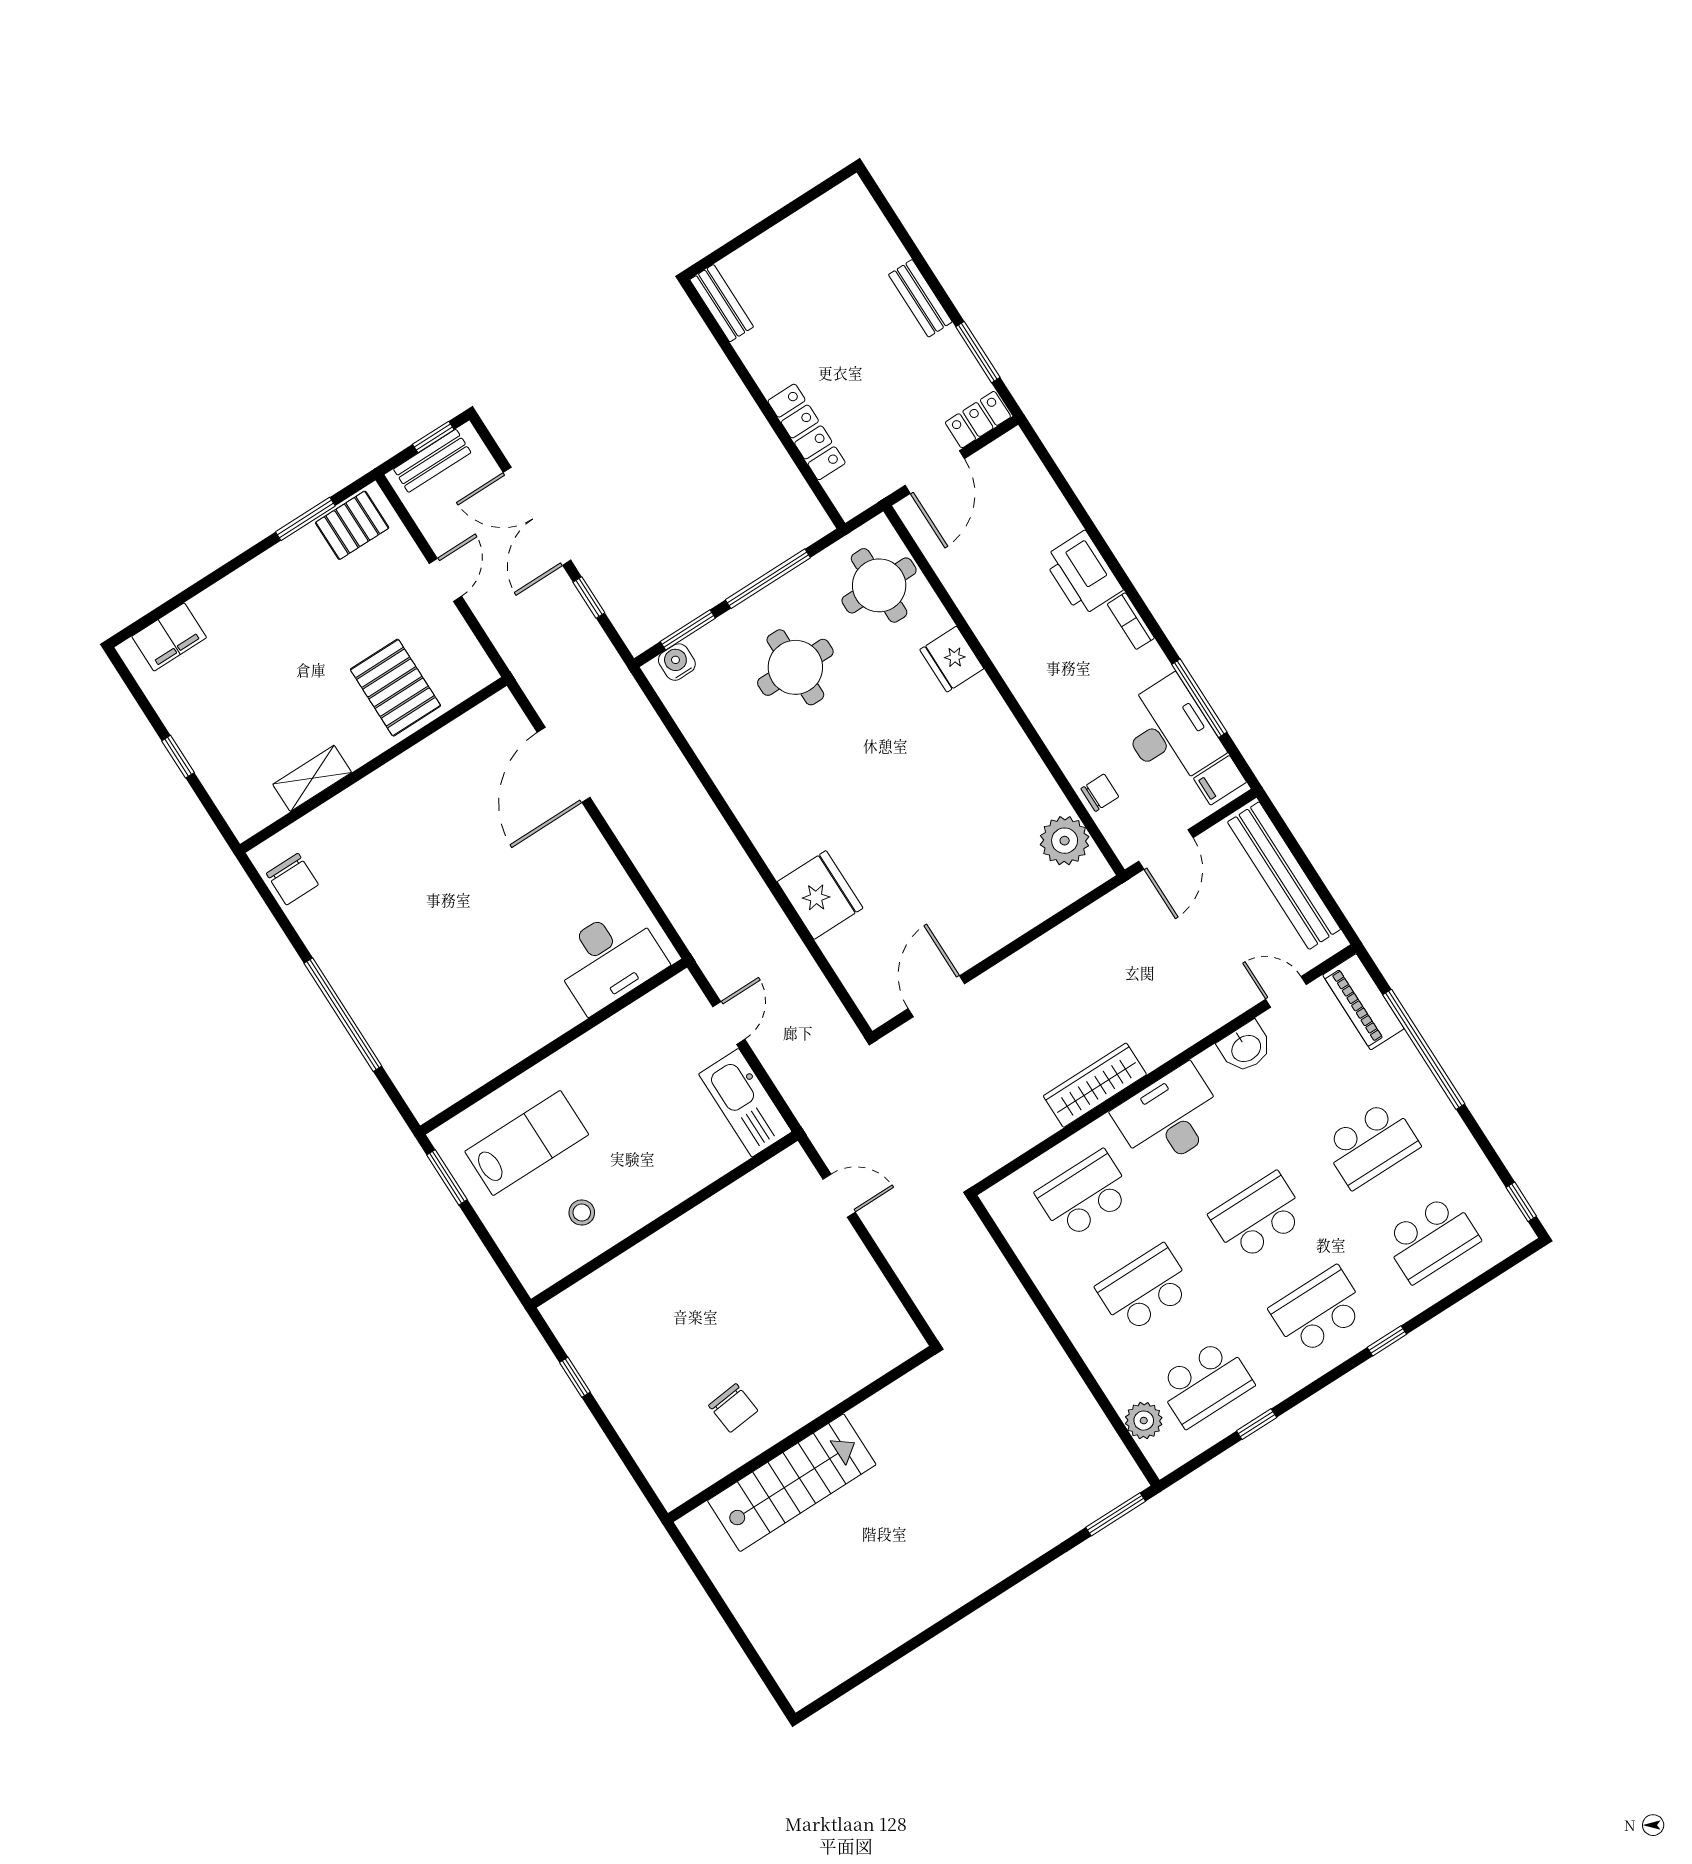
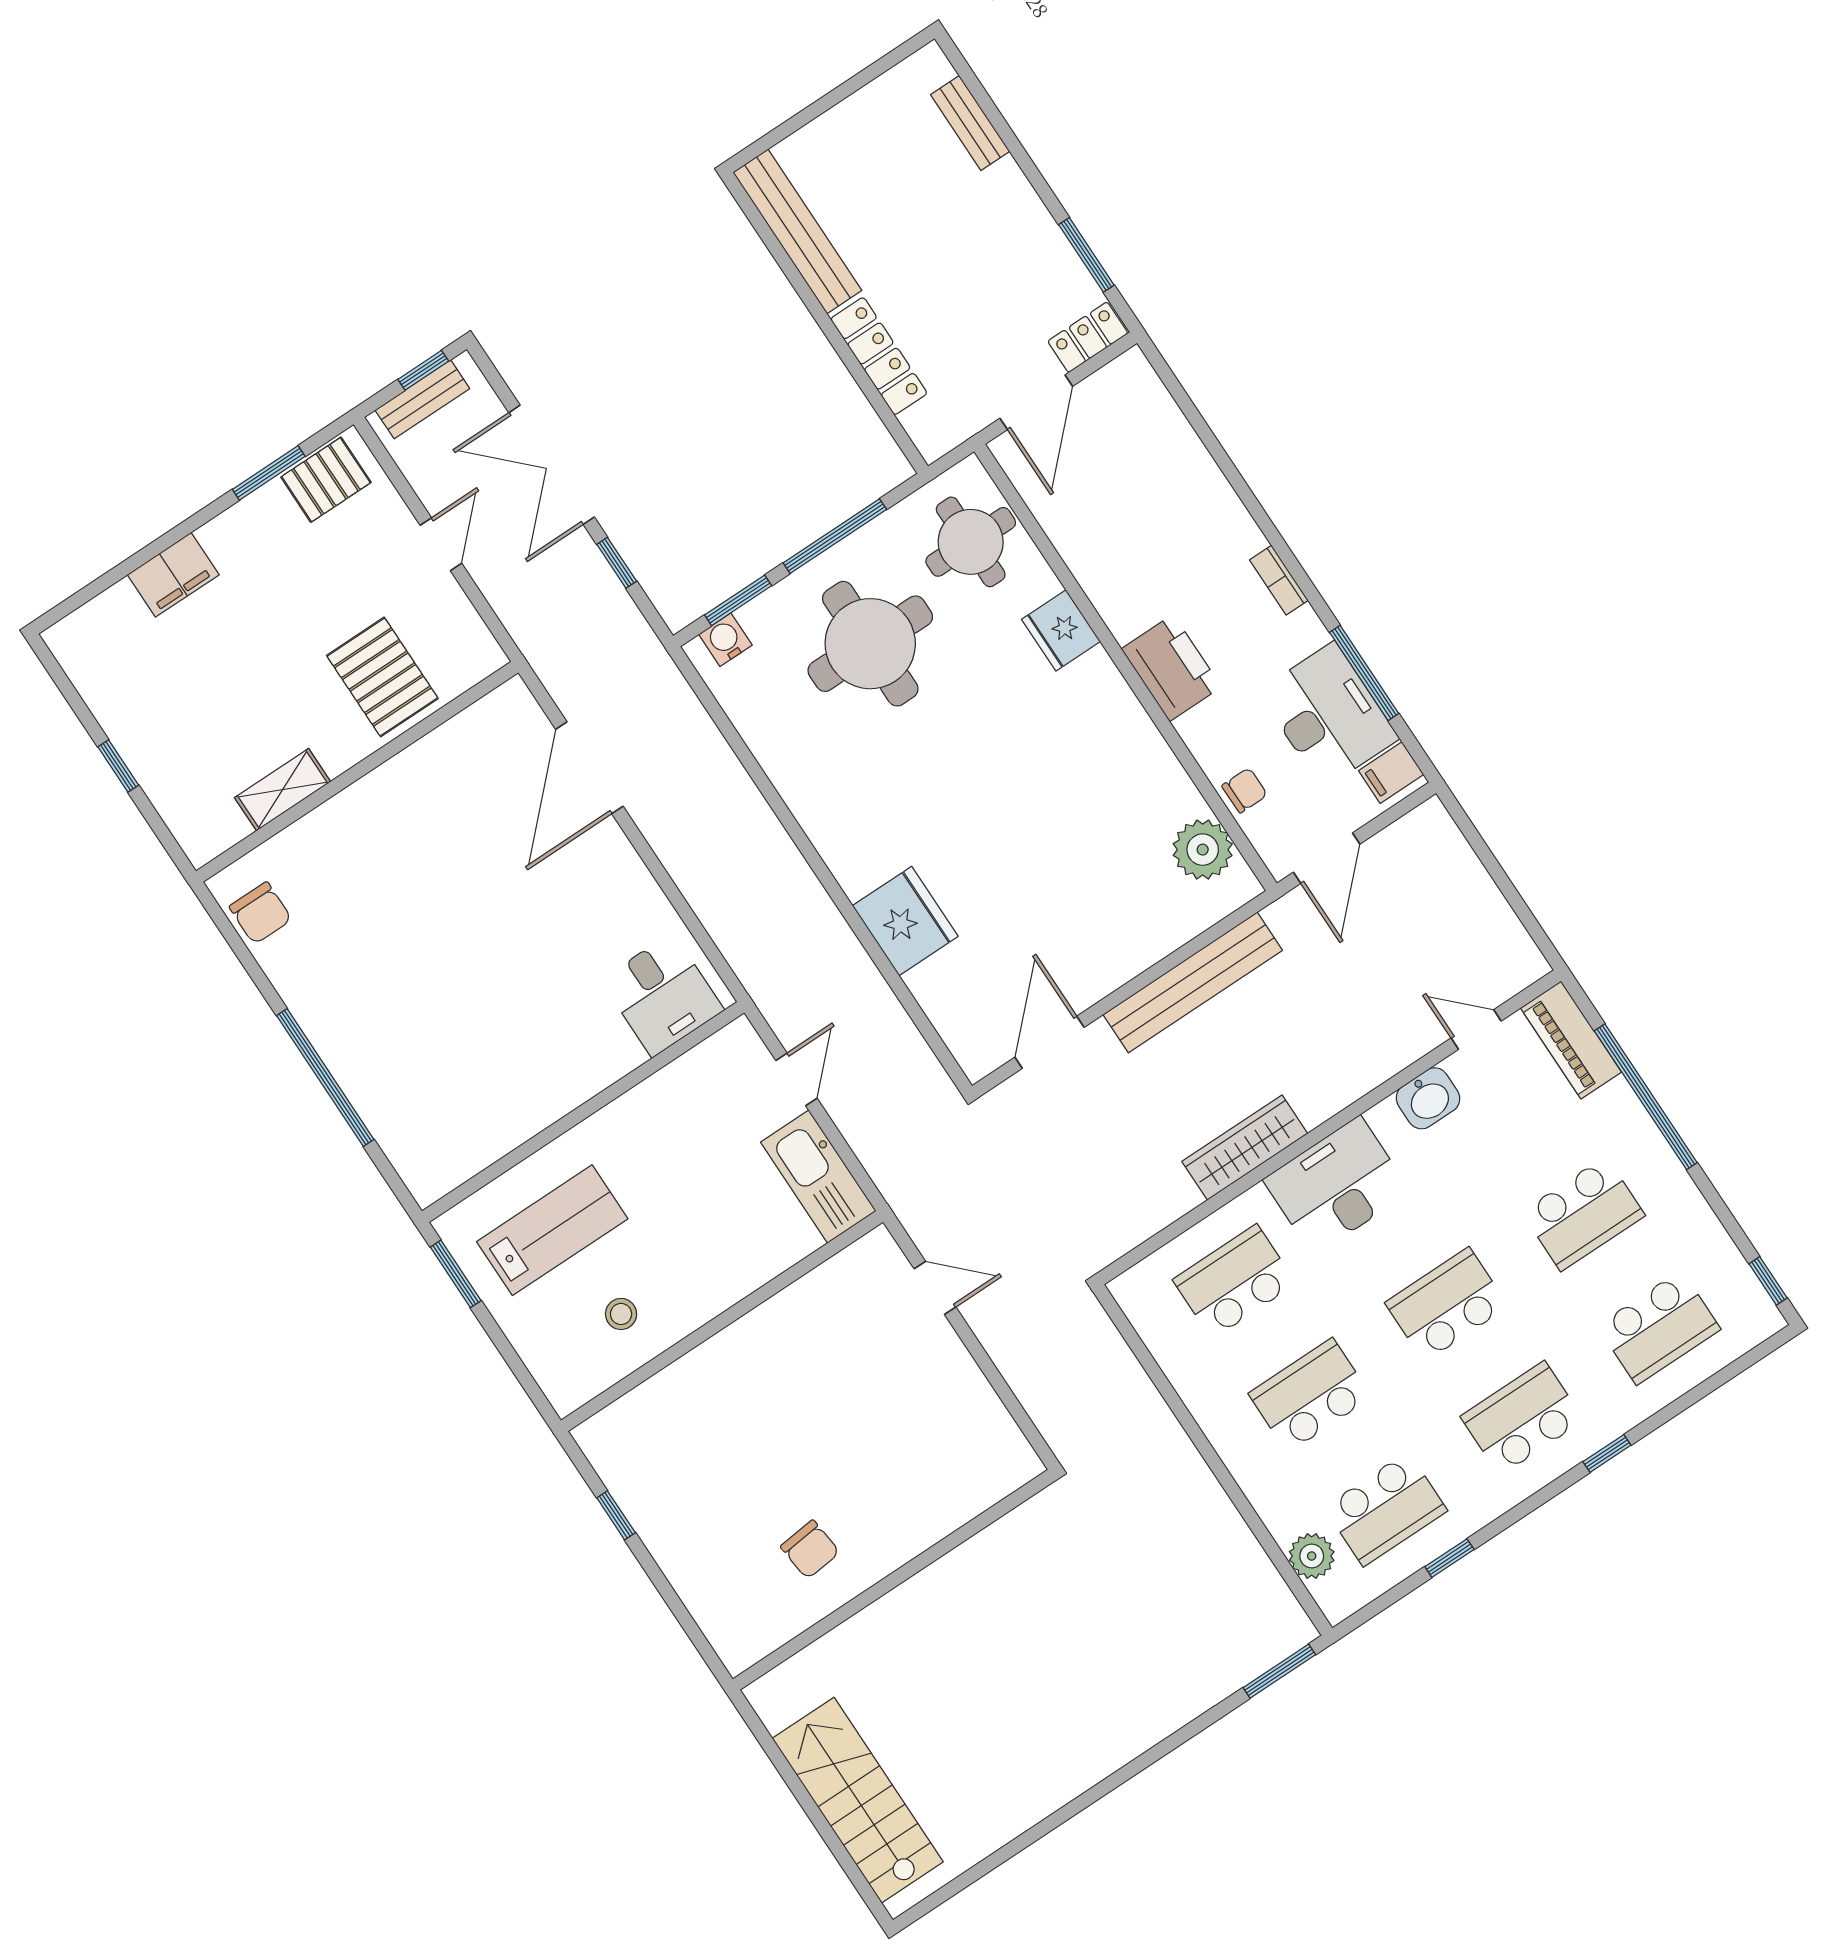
bench: (920, 298) -> (970, 123), moved
bench: (722, 303) -> (797, 231), width x1.86, depth x1.21
printer: (1083, 574) -> (1171, 668), moved, turned 180
filing cabinet: (169, 637) -> (173, 575), moved
round table: (795, 667) -> (870, 644), width x1.36, depth x1.36
bench: (1284, 876) -> (1193, 982), moved, turned 90
desk: (609, 959) -> (662, 995), width x0.73
stairs: (792, 1483) -> (858, 1800), moved, turned -90

